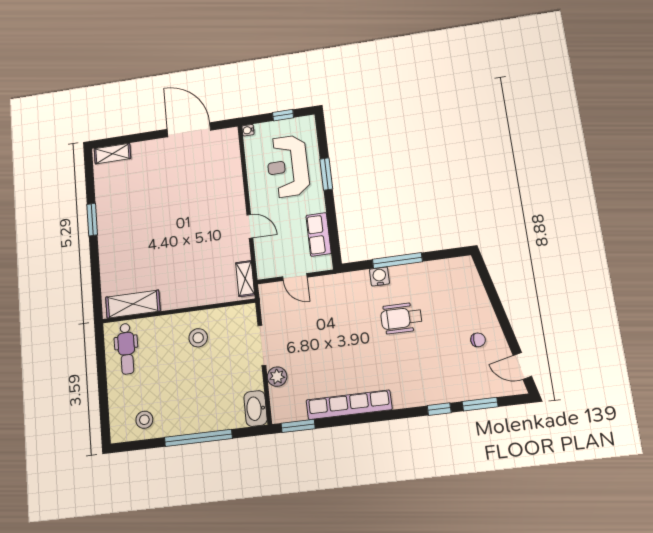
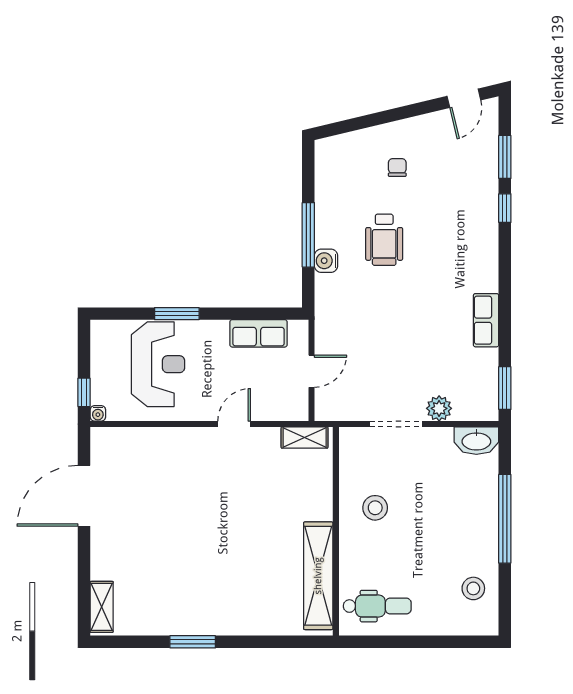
window: (283, 115) -> (84, 392), moved
reception desk: (288, 166) -> (158, 364), turned -90
shelving: (133, 304) -> (318, 576), width x1.47
chair: (478, 340) -> (397, 168), moved
row of seats: (349, 405) -> (486, 320), width x0.50

